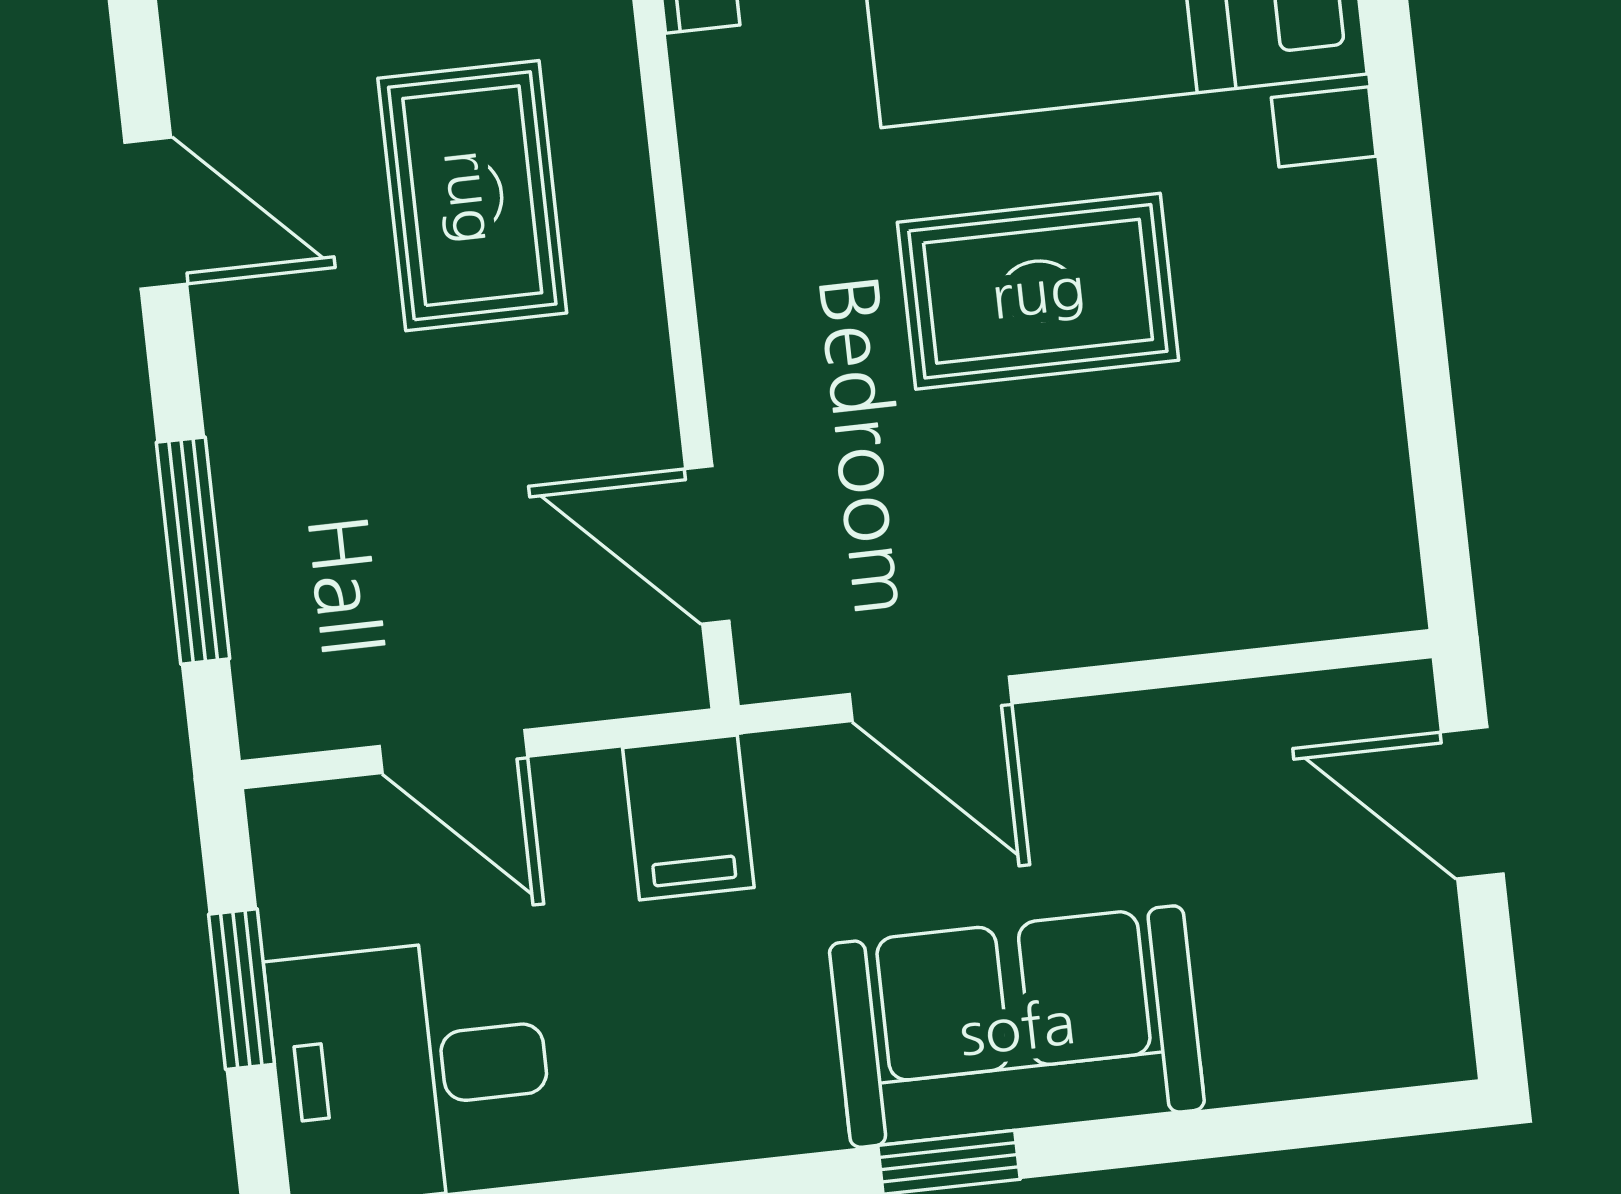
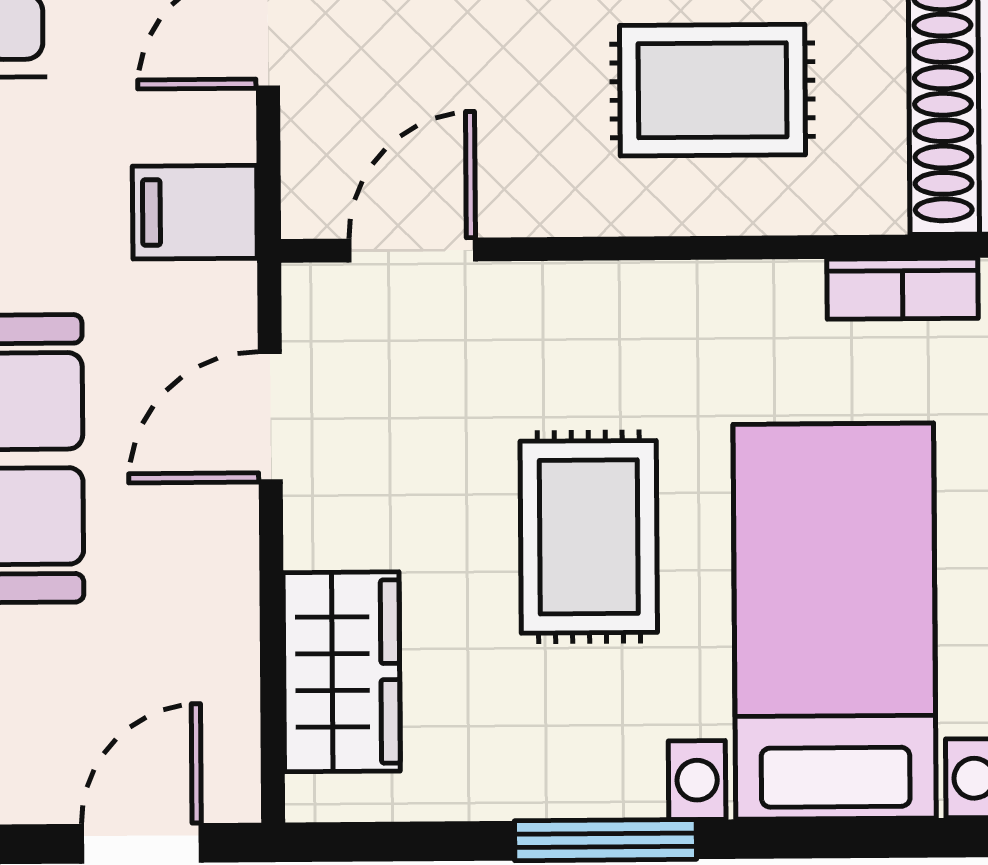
window: (1409, 232) -> (605, 840), added
wardrobe: (1236, 578) -> (342, 672), added

